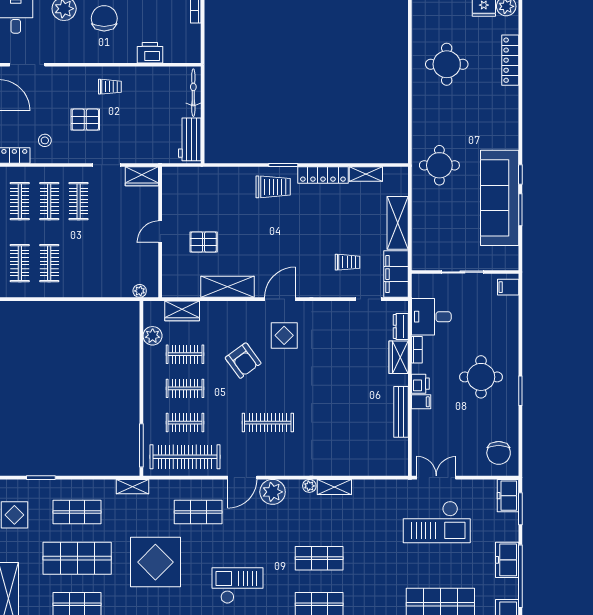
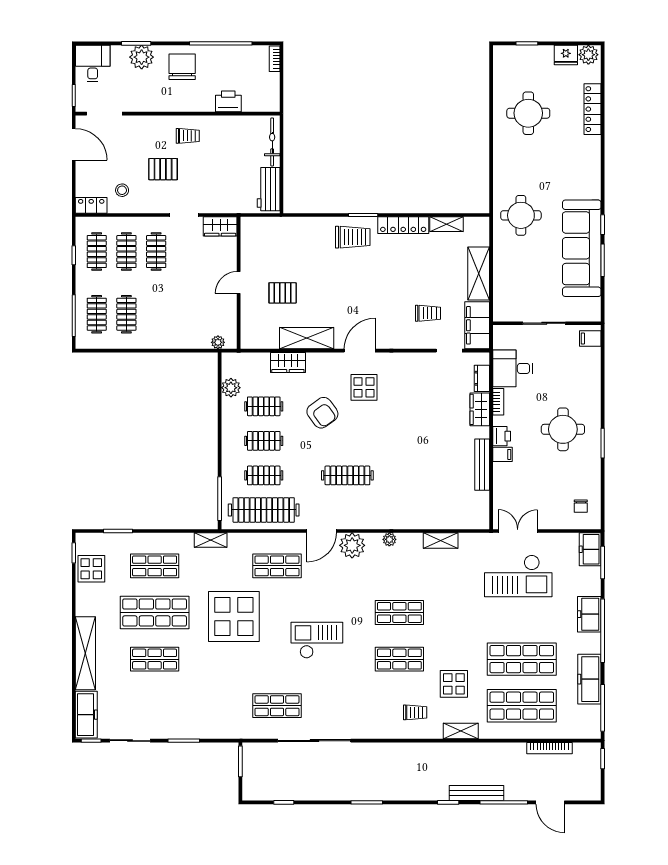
wardrobe: (182, 311) -> (288, 363), moved
chair: (499, 453) -> (581, 506), width x0.54, depth x0.54
shelving: (334, 487) -> (441, 541), moved

